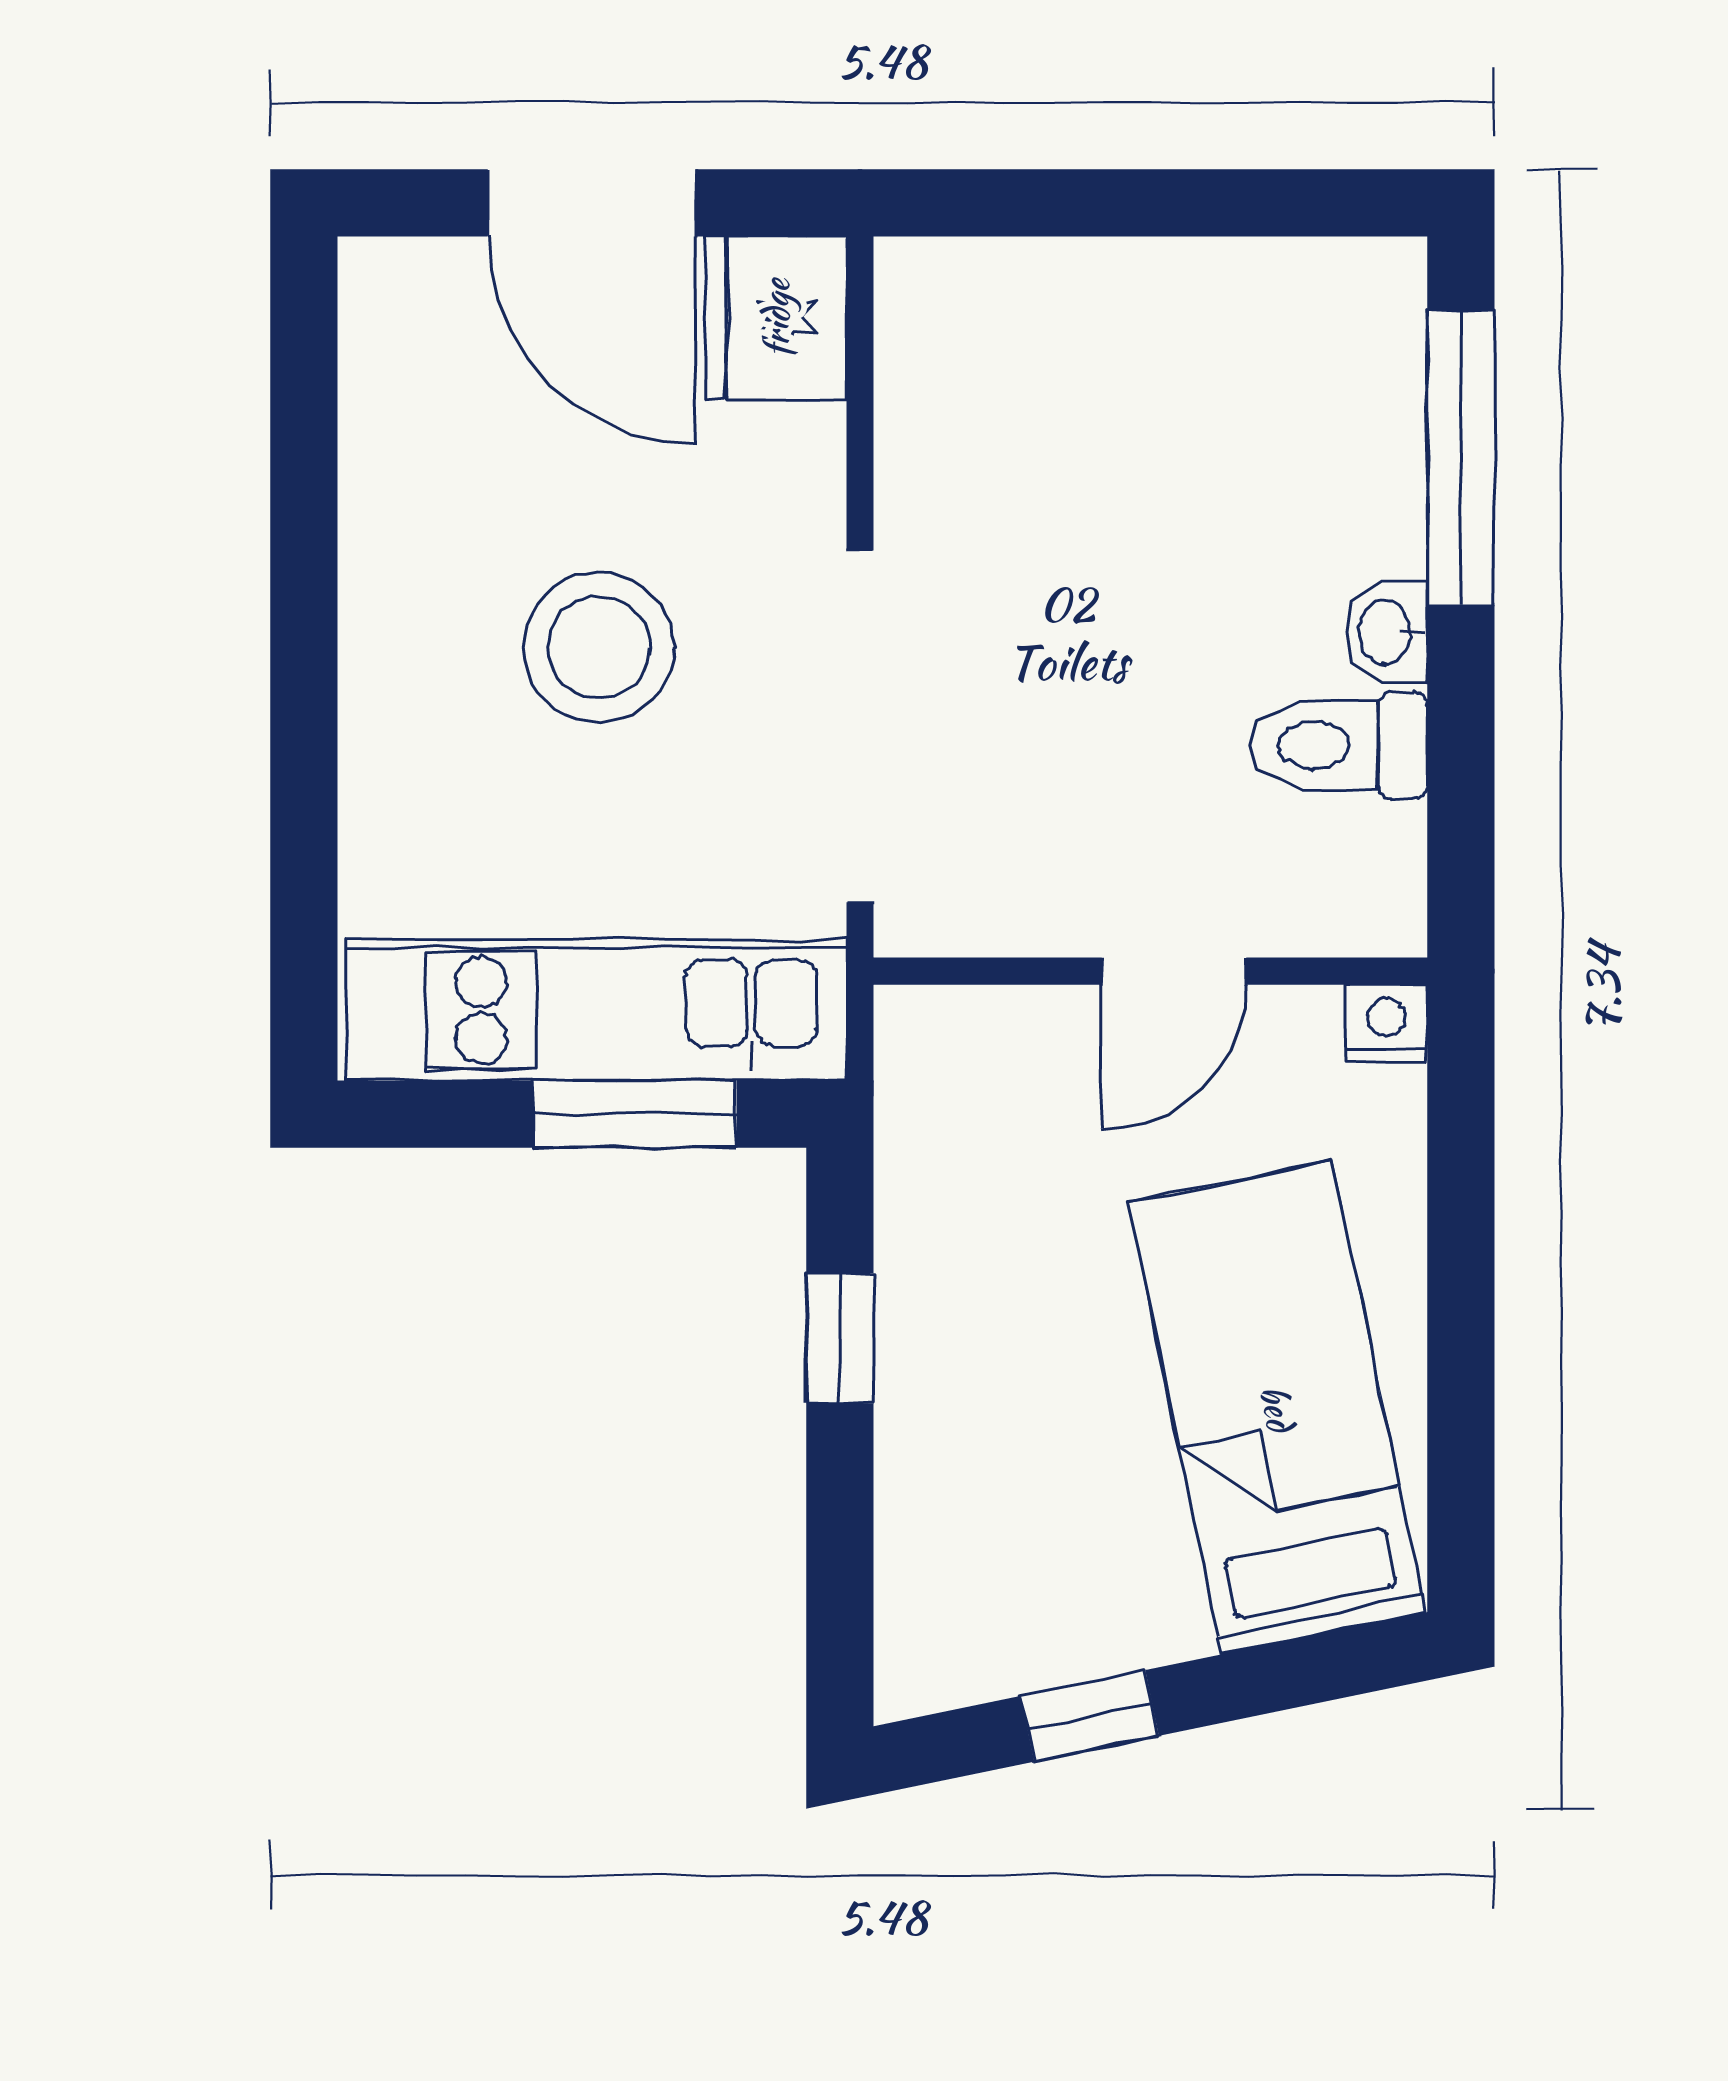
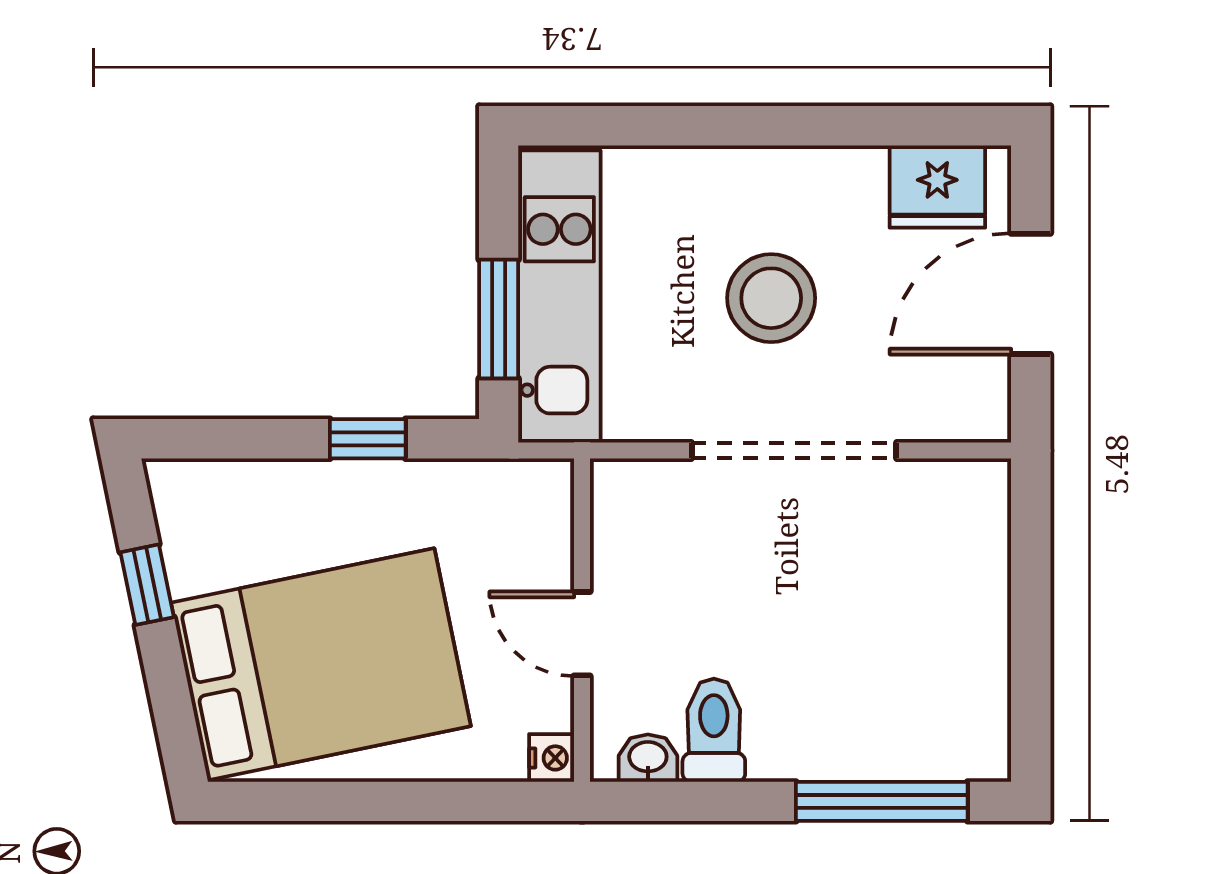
fridge: (776, 318) -> (937, 187), moved, turned 180
washbasin: (1387, 632) -> (648, 758), moved
doorway: (860, 726) -> (794, 451), moved
bed: (1277, 1408) -> (321, 664), width x1.50

